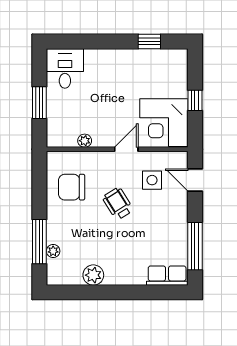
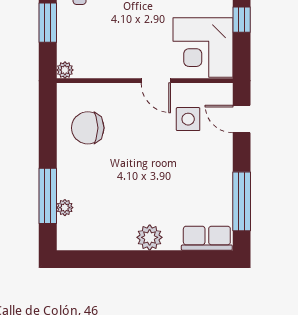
plant: (85, 141) -> (65, 70), moved
door: (126, 149) -> (156, 81), swing flipped
wheelchair: (118, 204) -> (145, 148), removed
plant: (93, 275) -> (150, 237), moved

